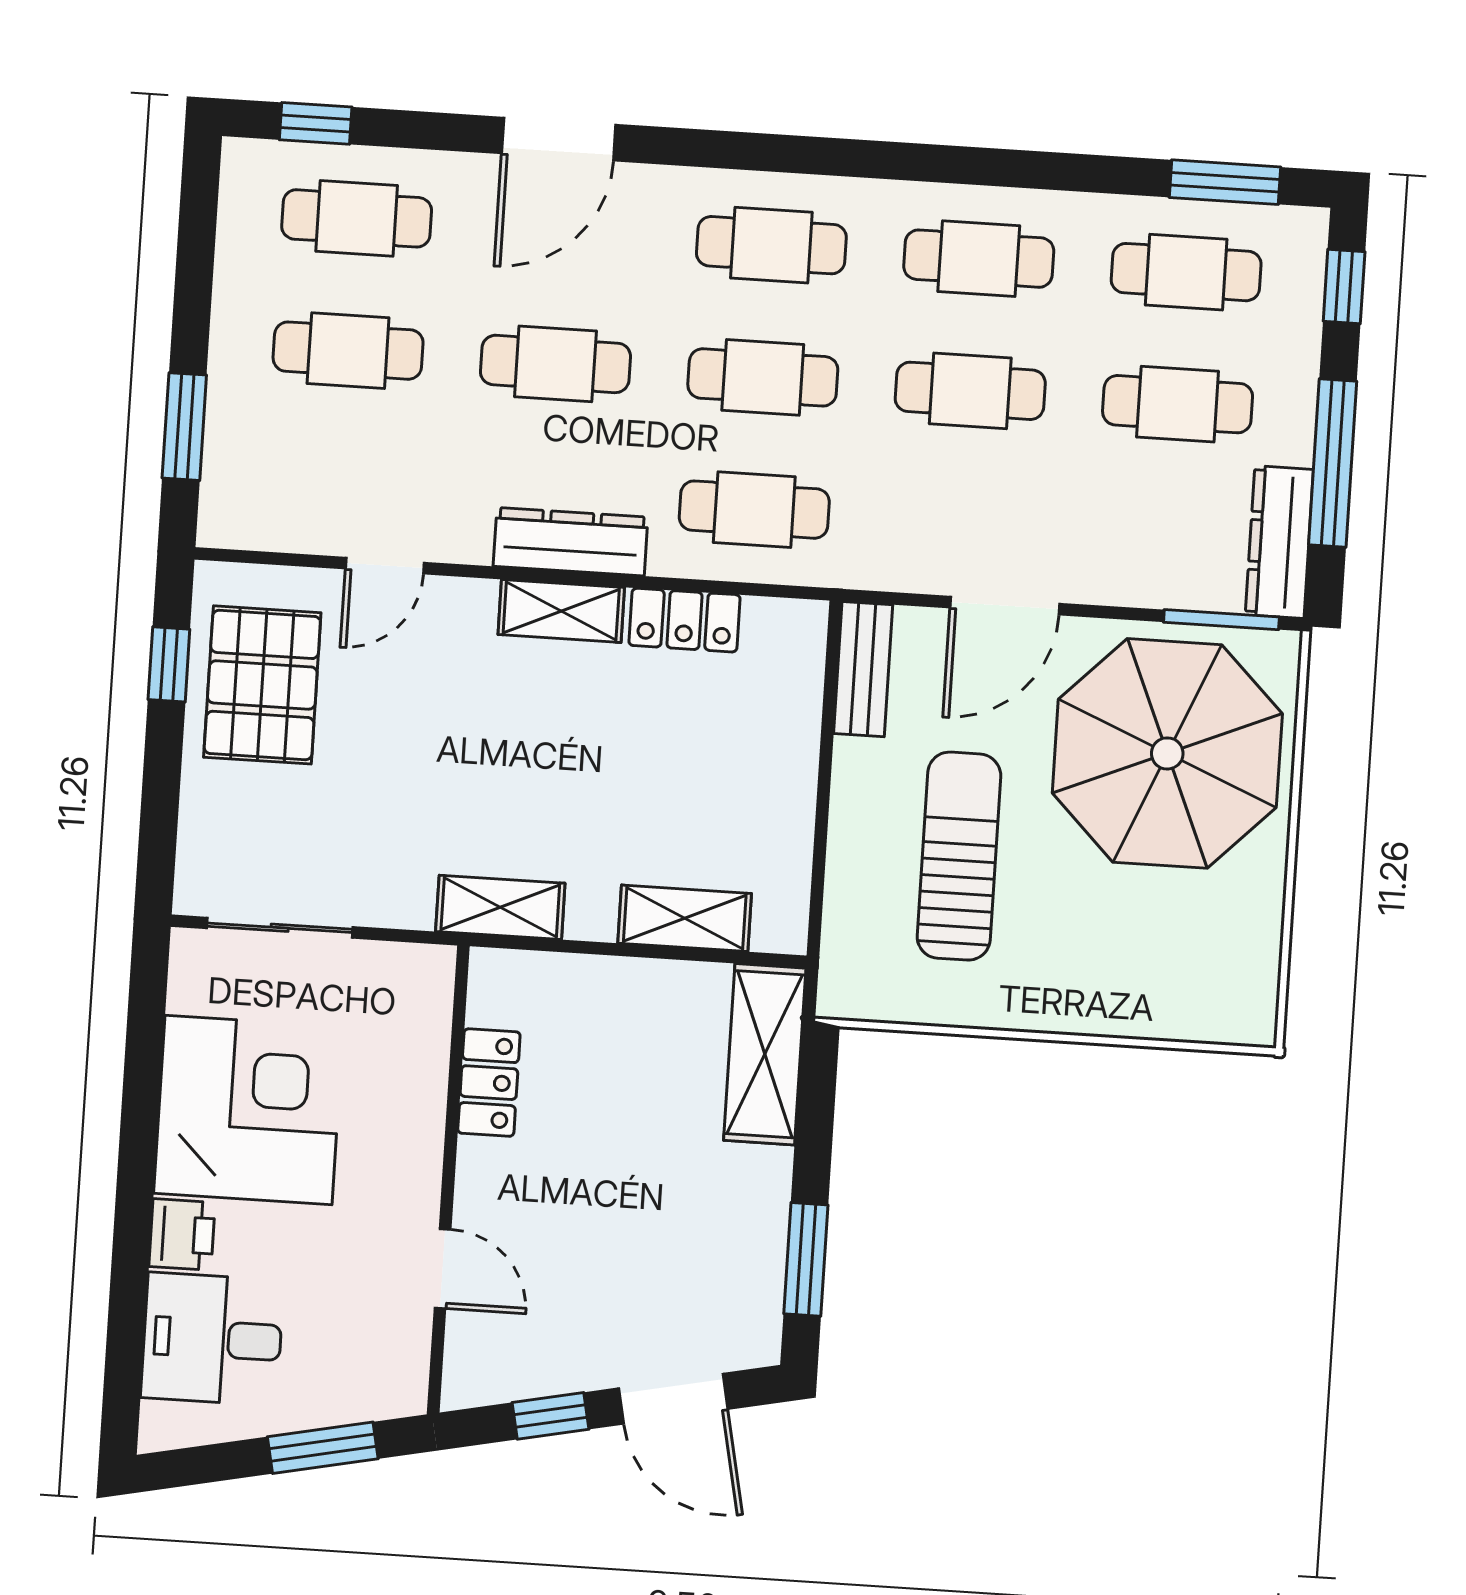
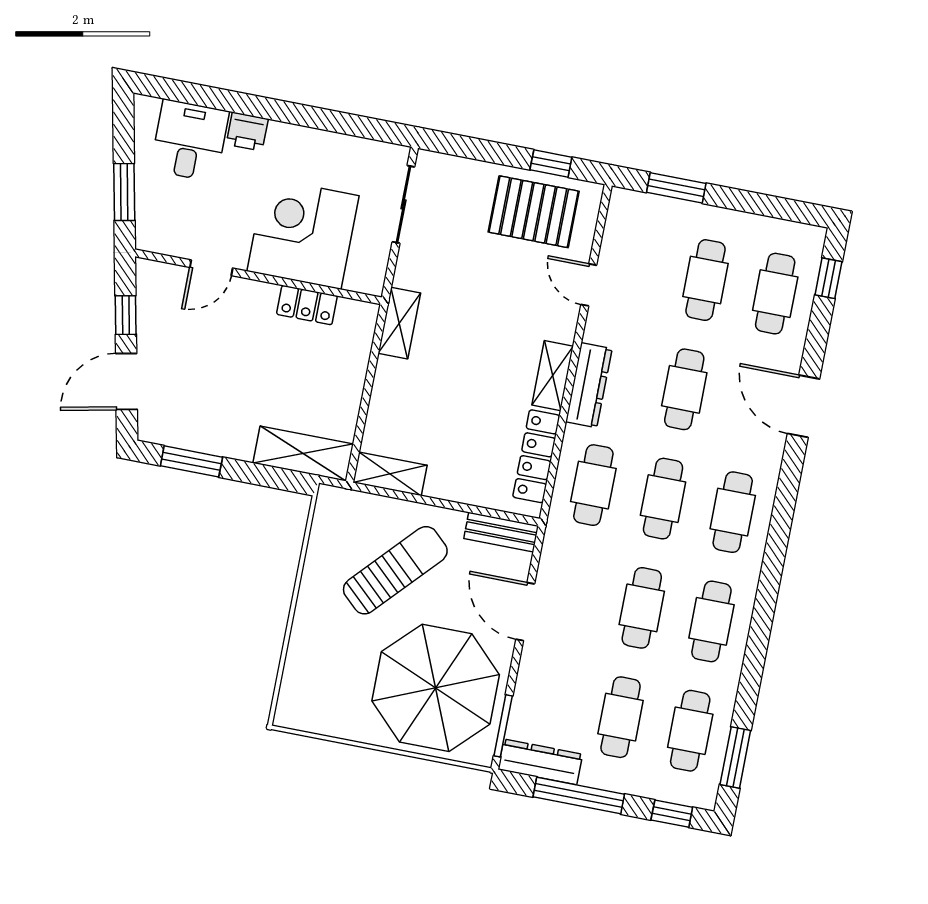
locker: (684, 620) -> (536, 456), width x1.53
sun lounger: (959, 856) -> (395, 570), turned -47
shelving: (685, 918) -> (390, 474), moved, turned 90
corner desk: (248, 1110) -> (303, 233), moved, turned 180

